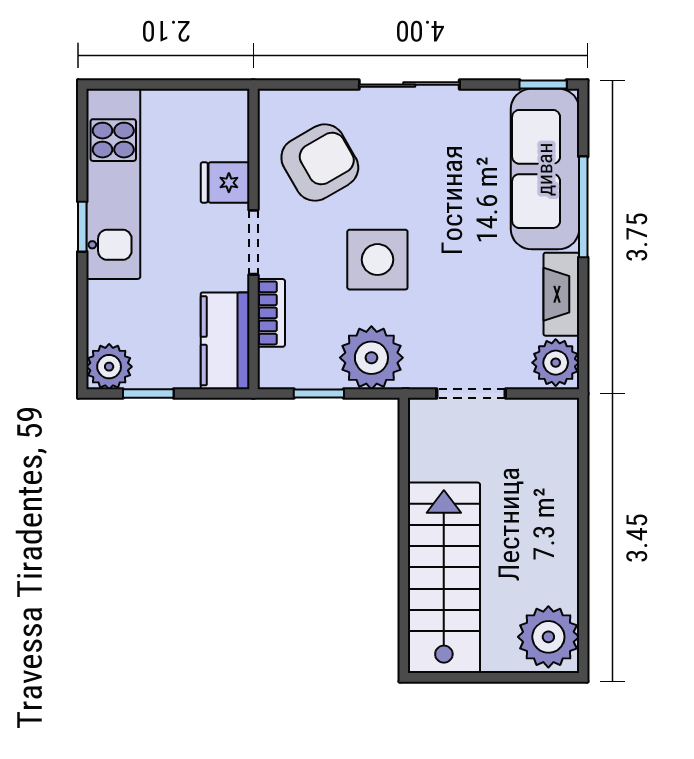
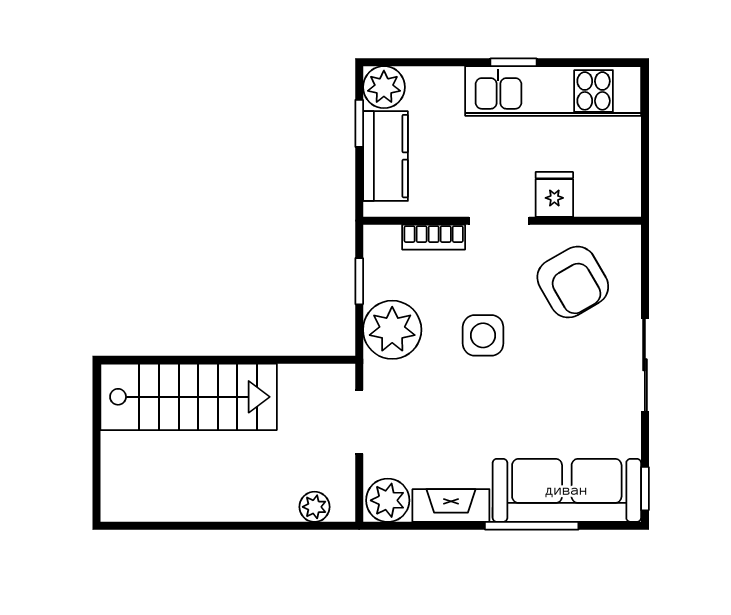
side table: (377, 260) -> (483, 335), width x0.73, depth x0.73
kitchen counter: (225, 341) -> (385, 156), moved, turned 90
plant: (548, 637) -> (314, 507), moved, width x0.53, depth x0.53

